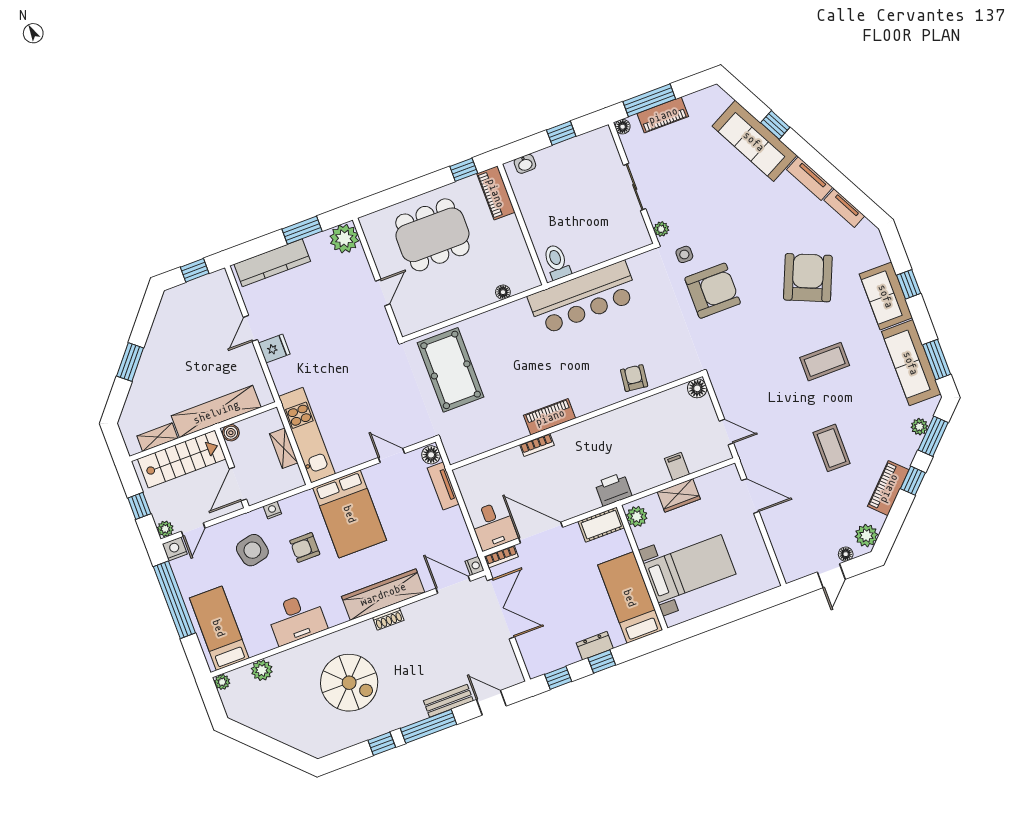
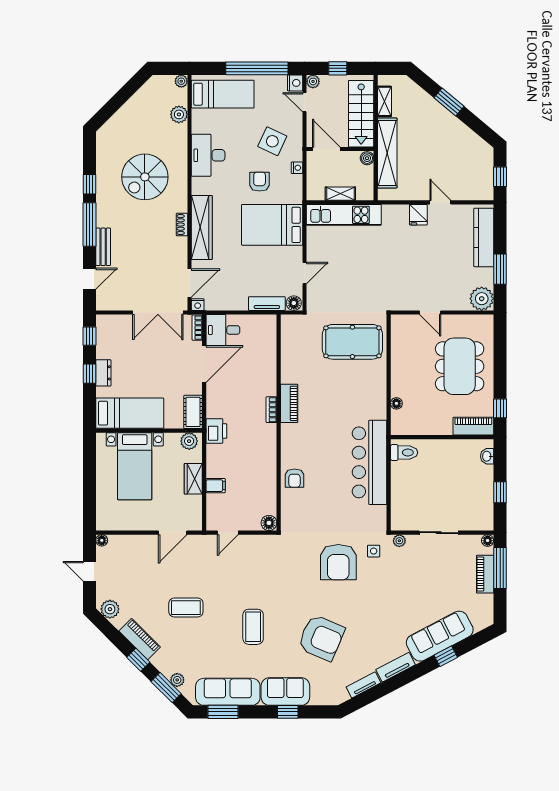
armchair: (634, 378) -> (294, 478), turned 83
bookcase: (537, 445) -> (271, 410), moved
side table: (252, 550) -> (272, 141), turned 38
floor lamp: (846, 554) -> (102, 540), moved

